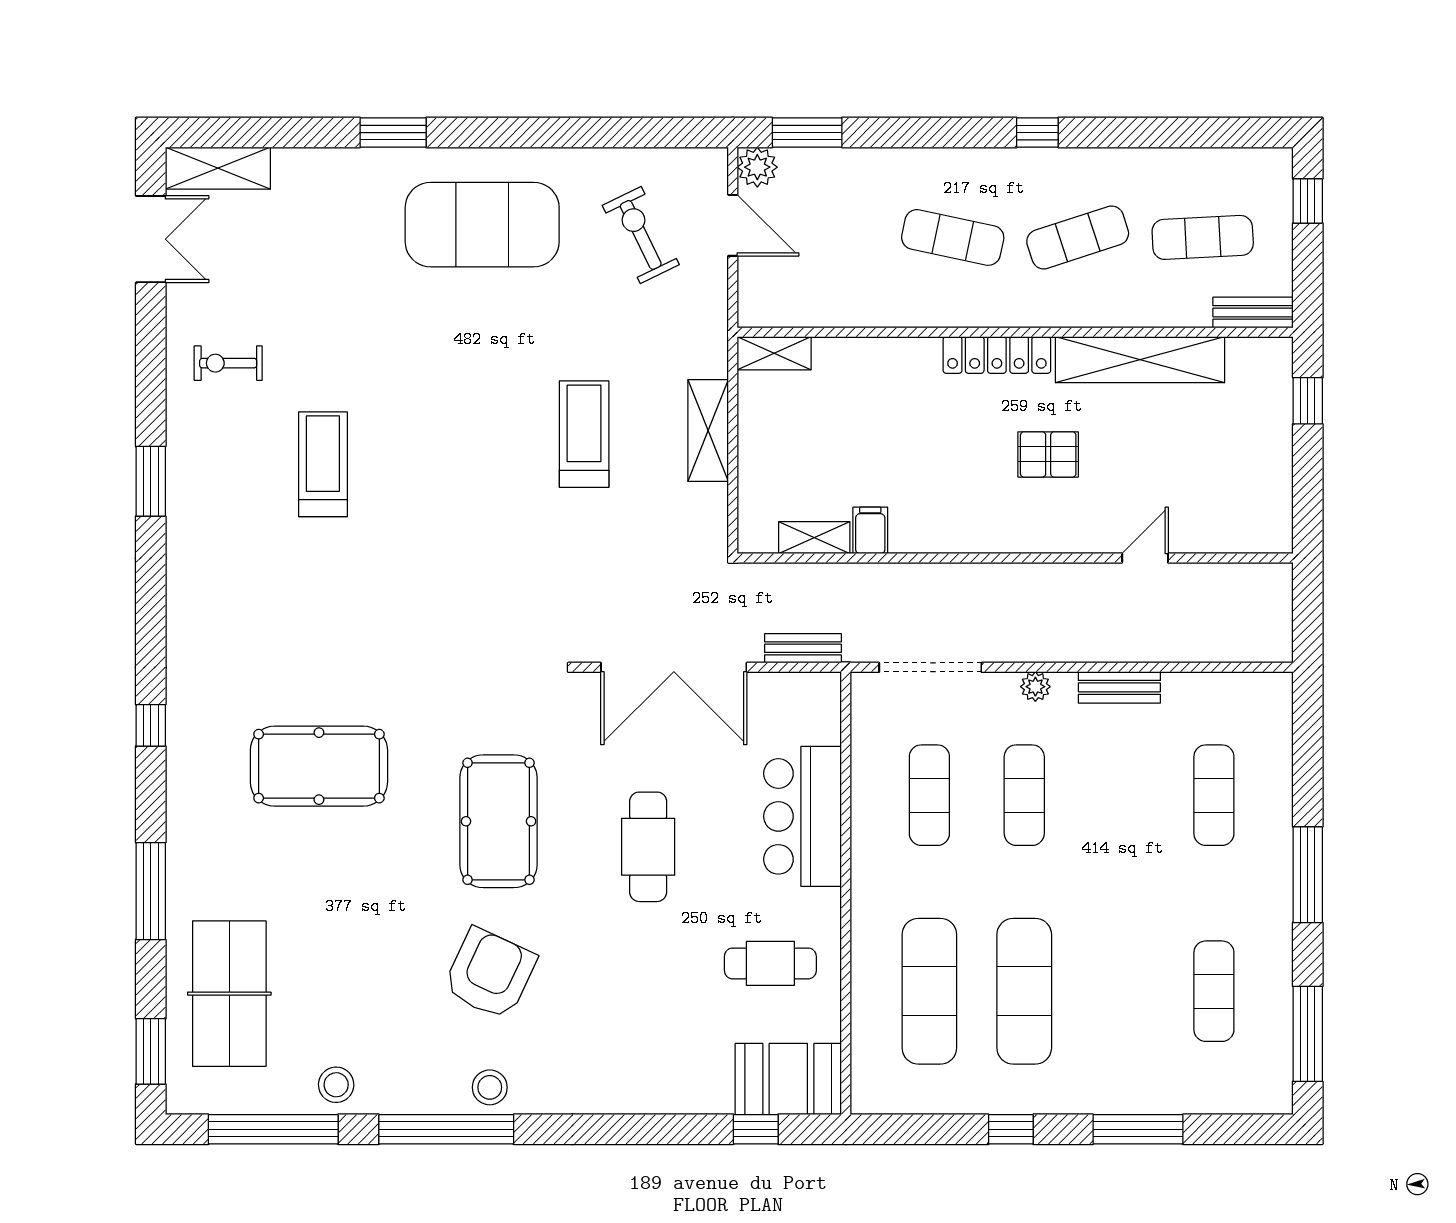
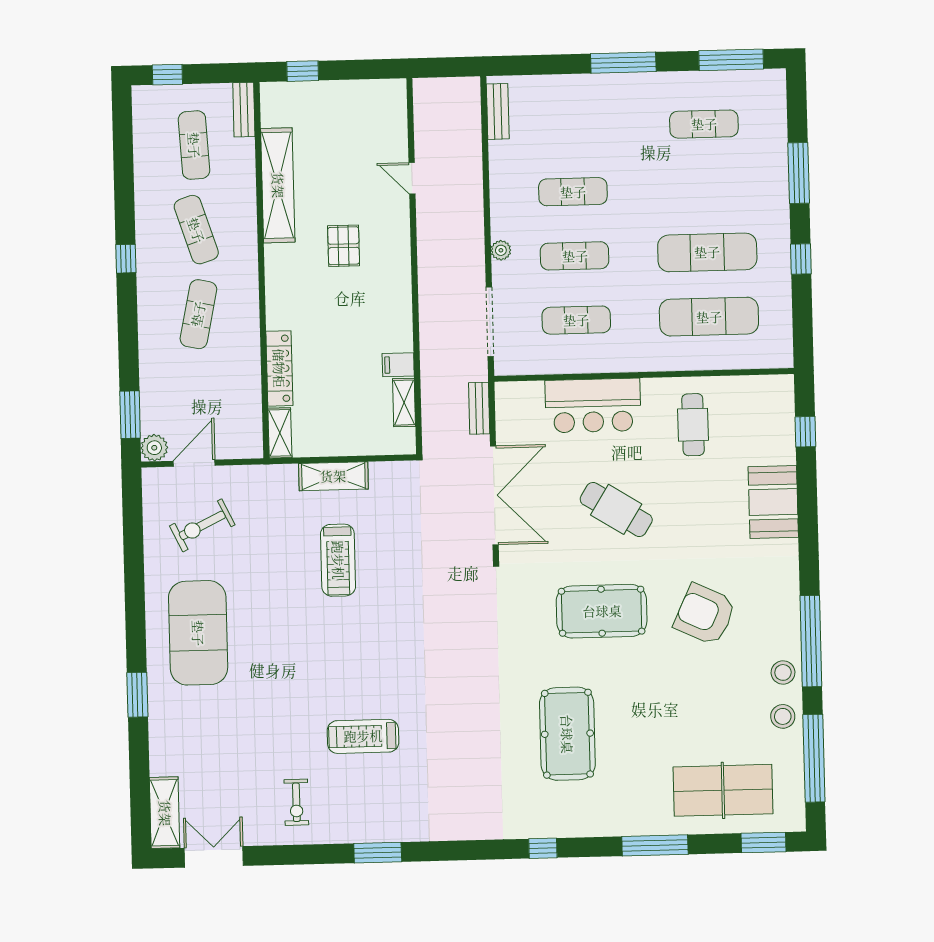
locker: (997, 355) -> (279, 368), moved
treadmill: (584, 434) -> (338, 560), turned -90
bench: (1119, 687) -> (498, 111), moved
exercise mat: (1214, 795) -> (573, 192), moved
cafe table: (648, 847) -> (616, 509), turned 32
booth: (788, 1079) -> (773, 502), moved
stool: (490, 1087) -> (783, 672), moved

